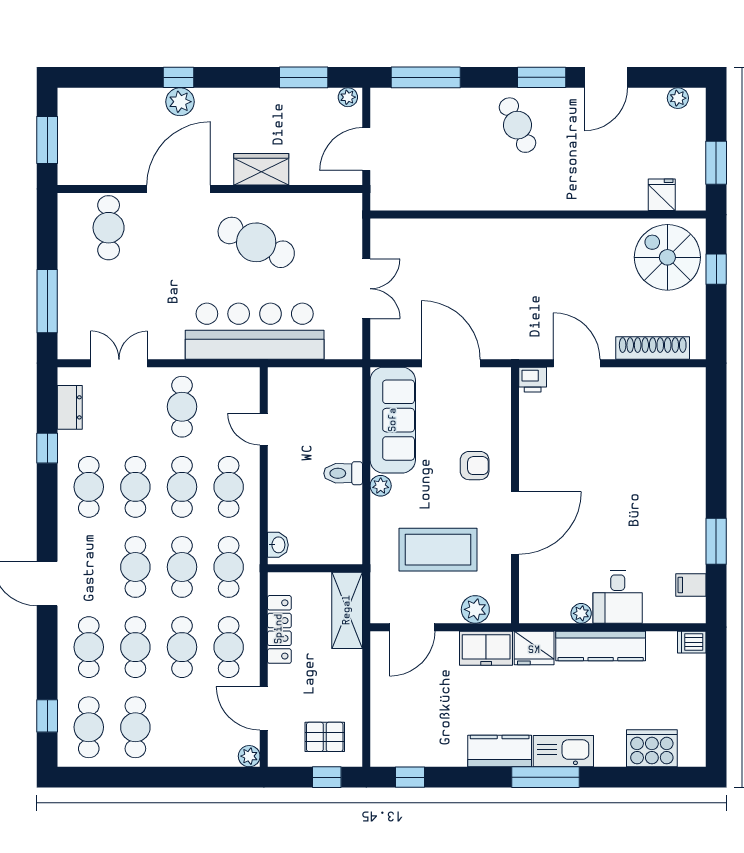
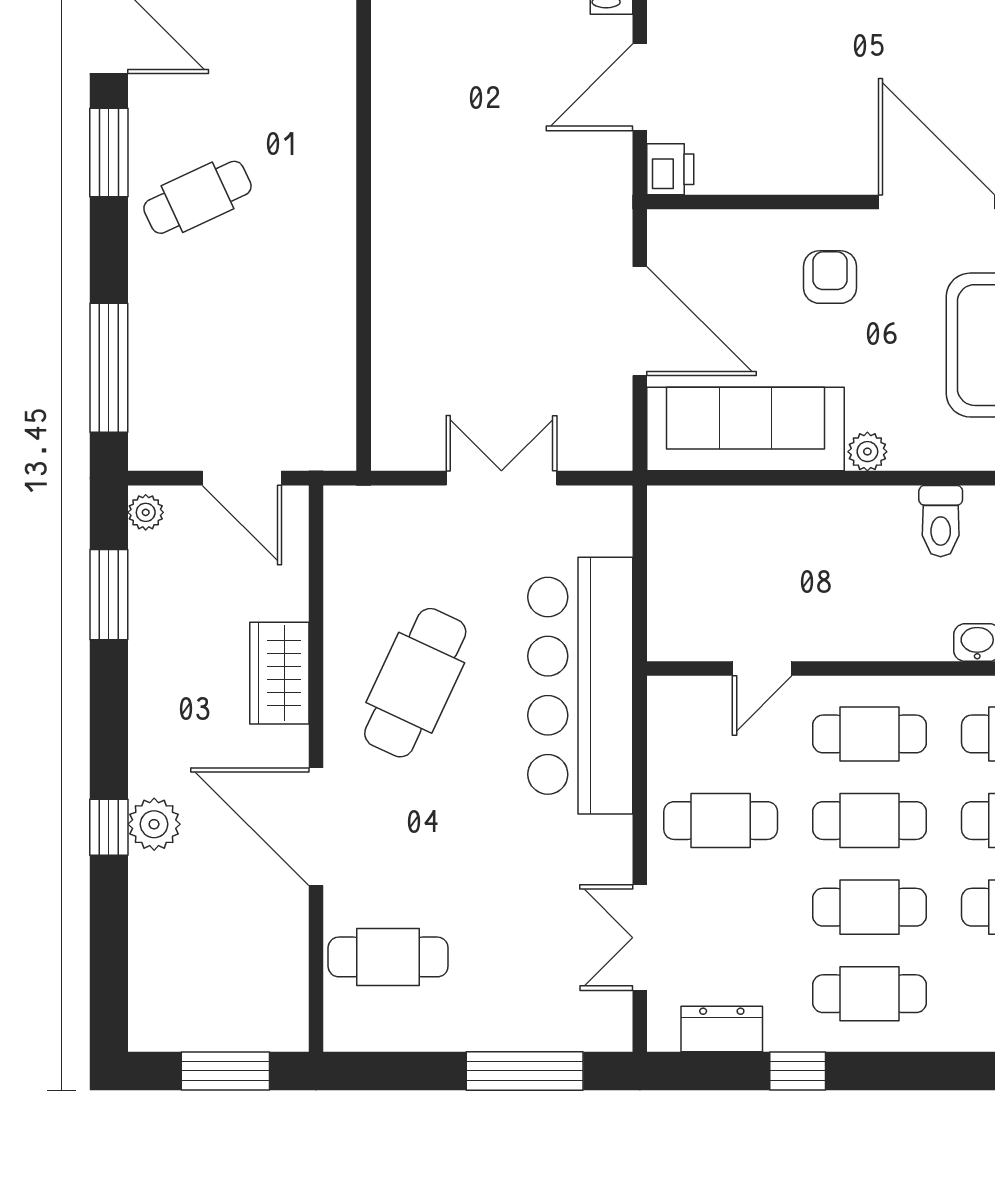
door: (451, 363) -> (640, 321), swing flipped
toilet: (343, 473) -> (941, 521), moved

